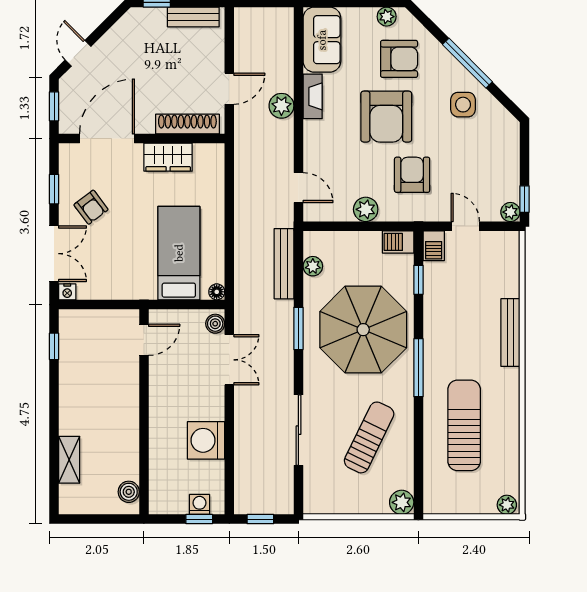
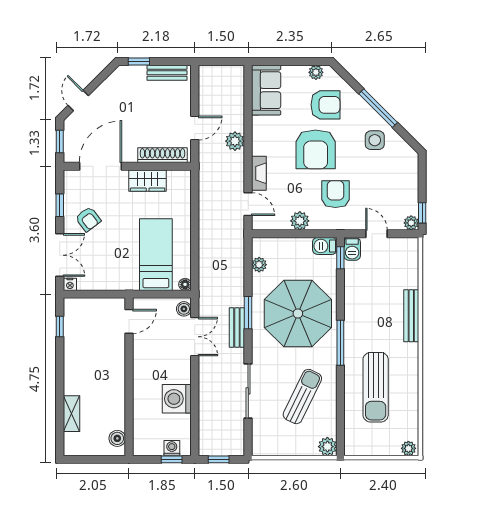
fireplace: (313, 96) -> (259, 173), moved
bench: (284, 264) -> (237, 327), moved, width x0.73
window: (418, 280) -> (340, 258), moved
sun lounger: (464, 425) -> (376, 387), turned 180

